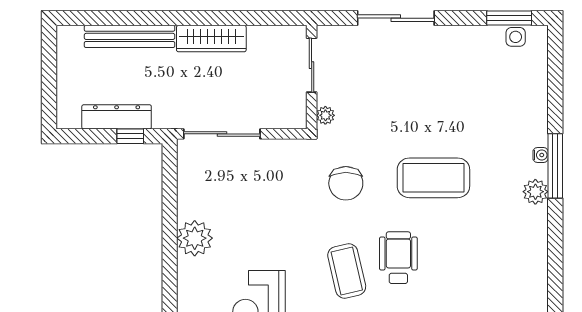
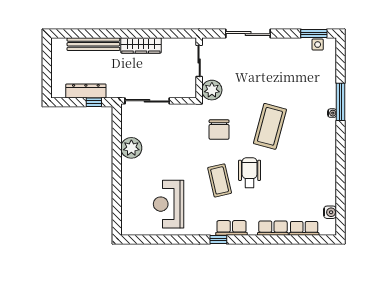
plant: (325, 115) -> (212, 90), width x1.88, depth x1.88
window: (555, 166) -> (341, 102), moved
coffee table: (433, 178) -> (270, 126), turned -75
plant: (535, 192) -> (329, 134), removed
plant: (195, 238) -> (131, 148), moved

